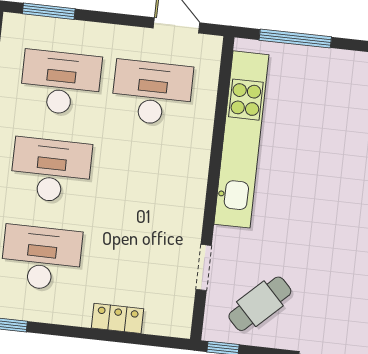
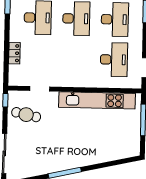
cafe table: (260, 304) -> (26, 115), turned -34

